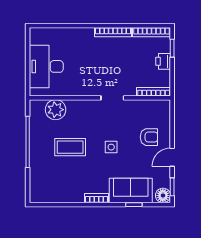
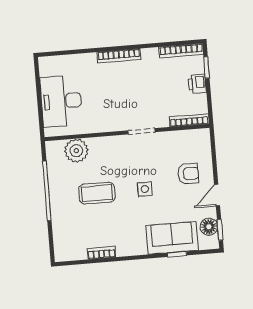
bookcase: (113, 32) -> (119, 56), moved
floor lamp: (163, 195) -> (209, 227), moved
bookcase: (97, 198) -> (101, 253), moved

